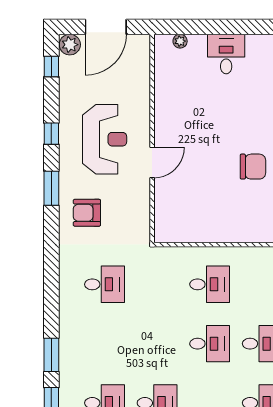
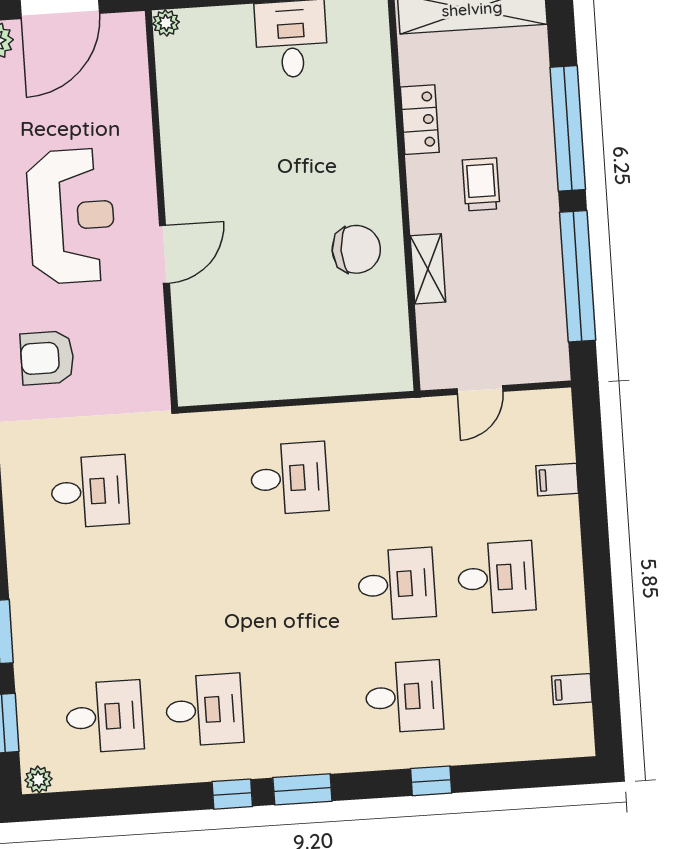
plant: (180, 41) -> (166, 23), moved
desk: (210, 344) -> (297, 591), removed

